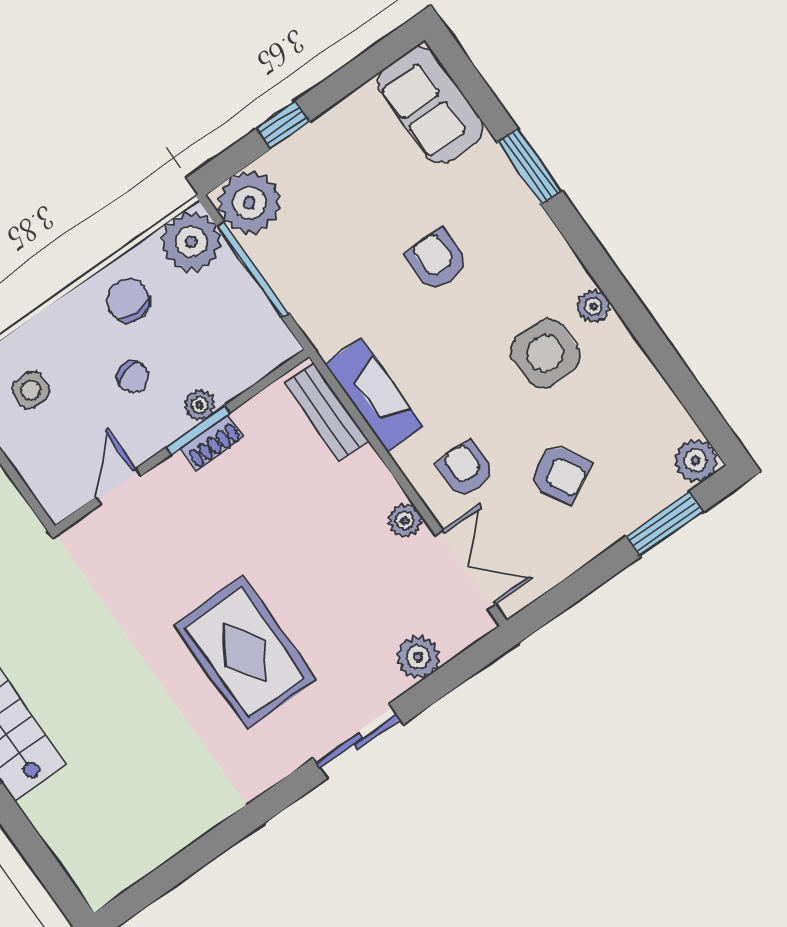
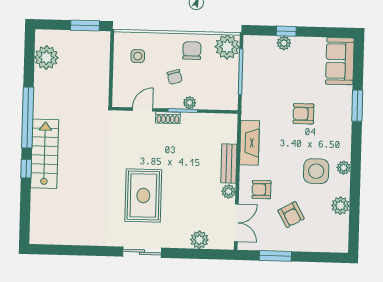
plant: (249, 203) -> (284, 43), moved, width x0.53, depth x0.53
armchair: (437, 260) -> (303, 114), turned -90
bench: (326, 412) -> (229, 164), moved
shoe rack: (212, 442) -> (168, 118), moved
plant: (696, 460) -> (340, 206), moved
armchair: (466, 469) -> (261, 190), turned -90
window: (664, 524) -> (275, 256), moved
sliding door: (358, 741) -> (142, 252), moved

